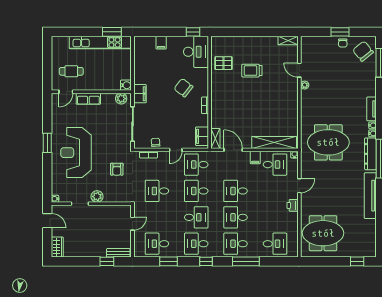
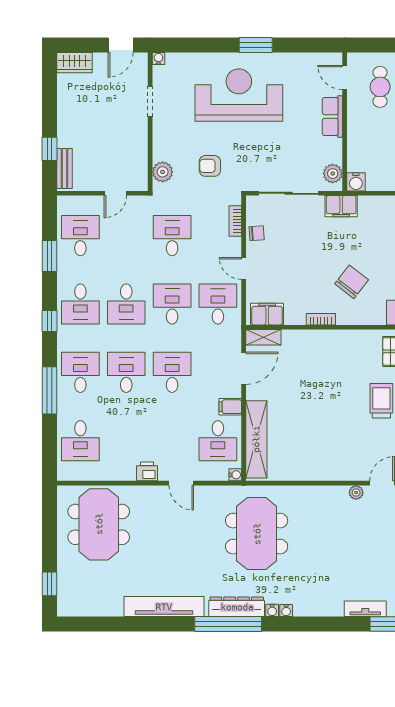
tv unit: (372, 109) -> (365, 609), moved
plant: (97, 196) -> (163, 172), moved
door: (133, 224) -> (115, 193), hinge flipped
desk: (196, 244) -> (80, 304), turned 180

